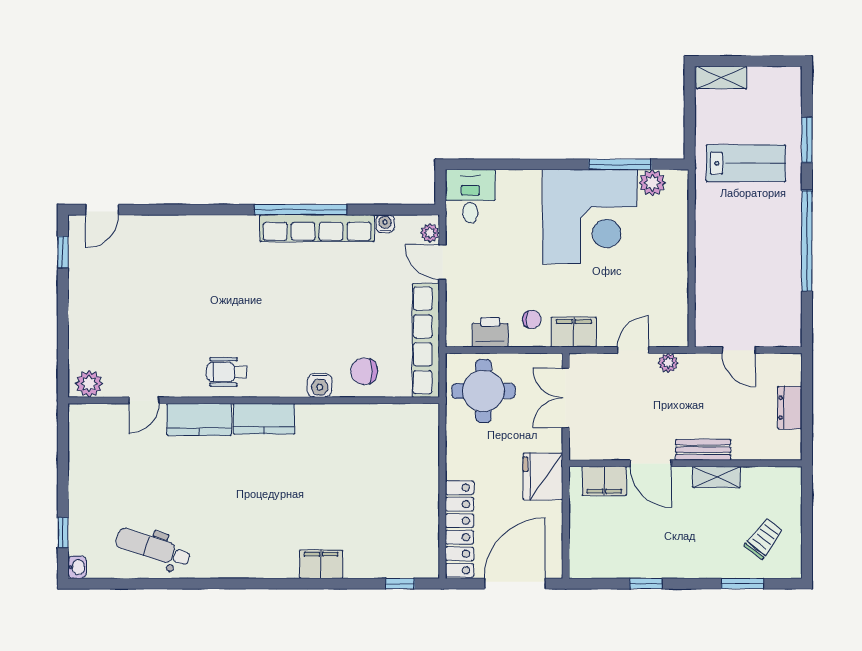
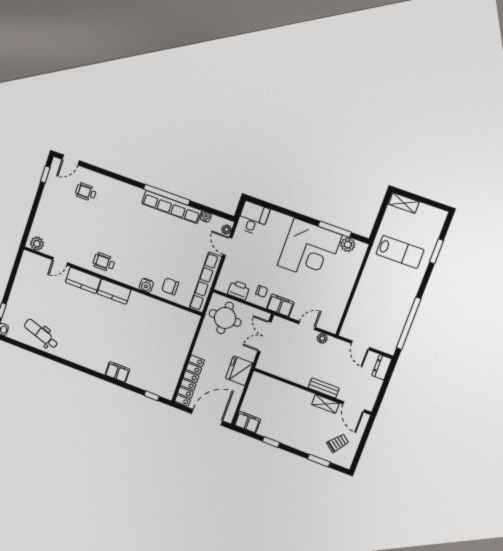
window: (807, 241) -> (409, 323), moved
wheelchair: (150, 257) -> (86, 192), added
dresser: (790, 408) -> (382, 367), moved
door: (651, 463) -> (354, 407), moved
filing cabinet: (604, 481) -> (247, 422), moved, turned 180

